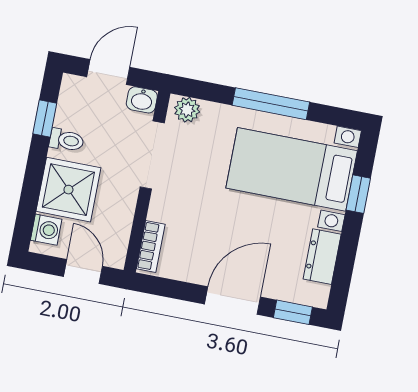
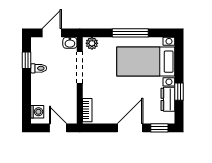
shower: (68, 190) -> (44, 91), removed
window: (358, 194) -> (179, 92), moved

